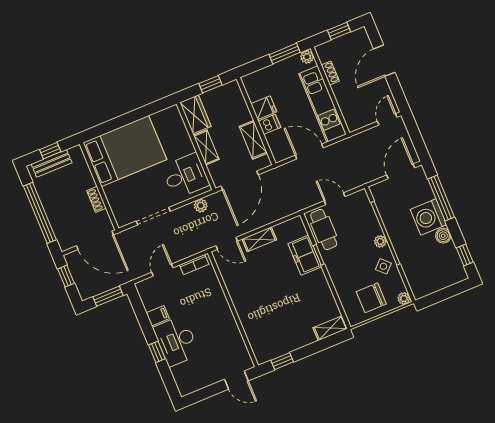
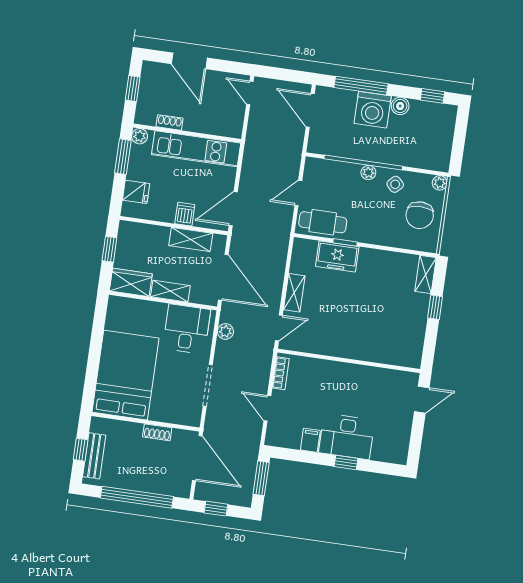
fridge: (264, 108) -> (136, 192), moved, turned 90
door: (309, 151) -> (233, 209), moved
door: (95, 240) -> (197, 458), hinge flipped
window: (282, 361) -> (435, 307), moved

